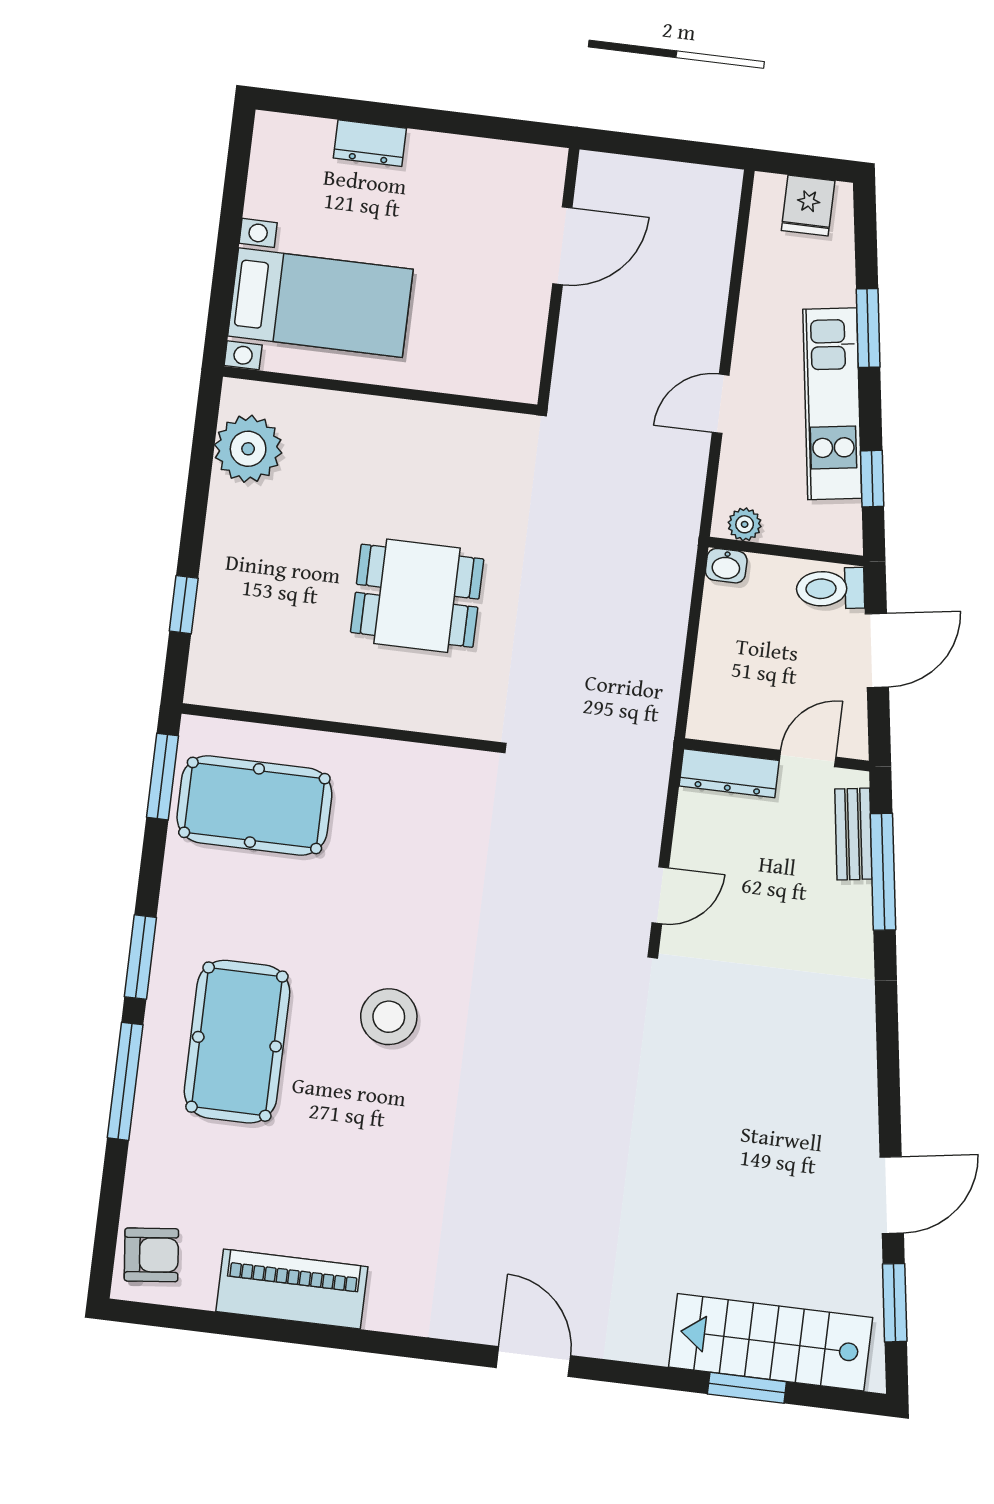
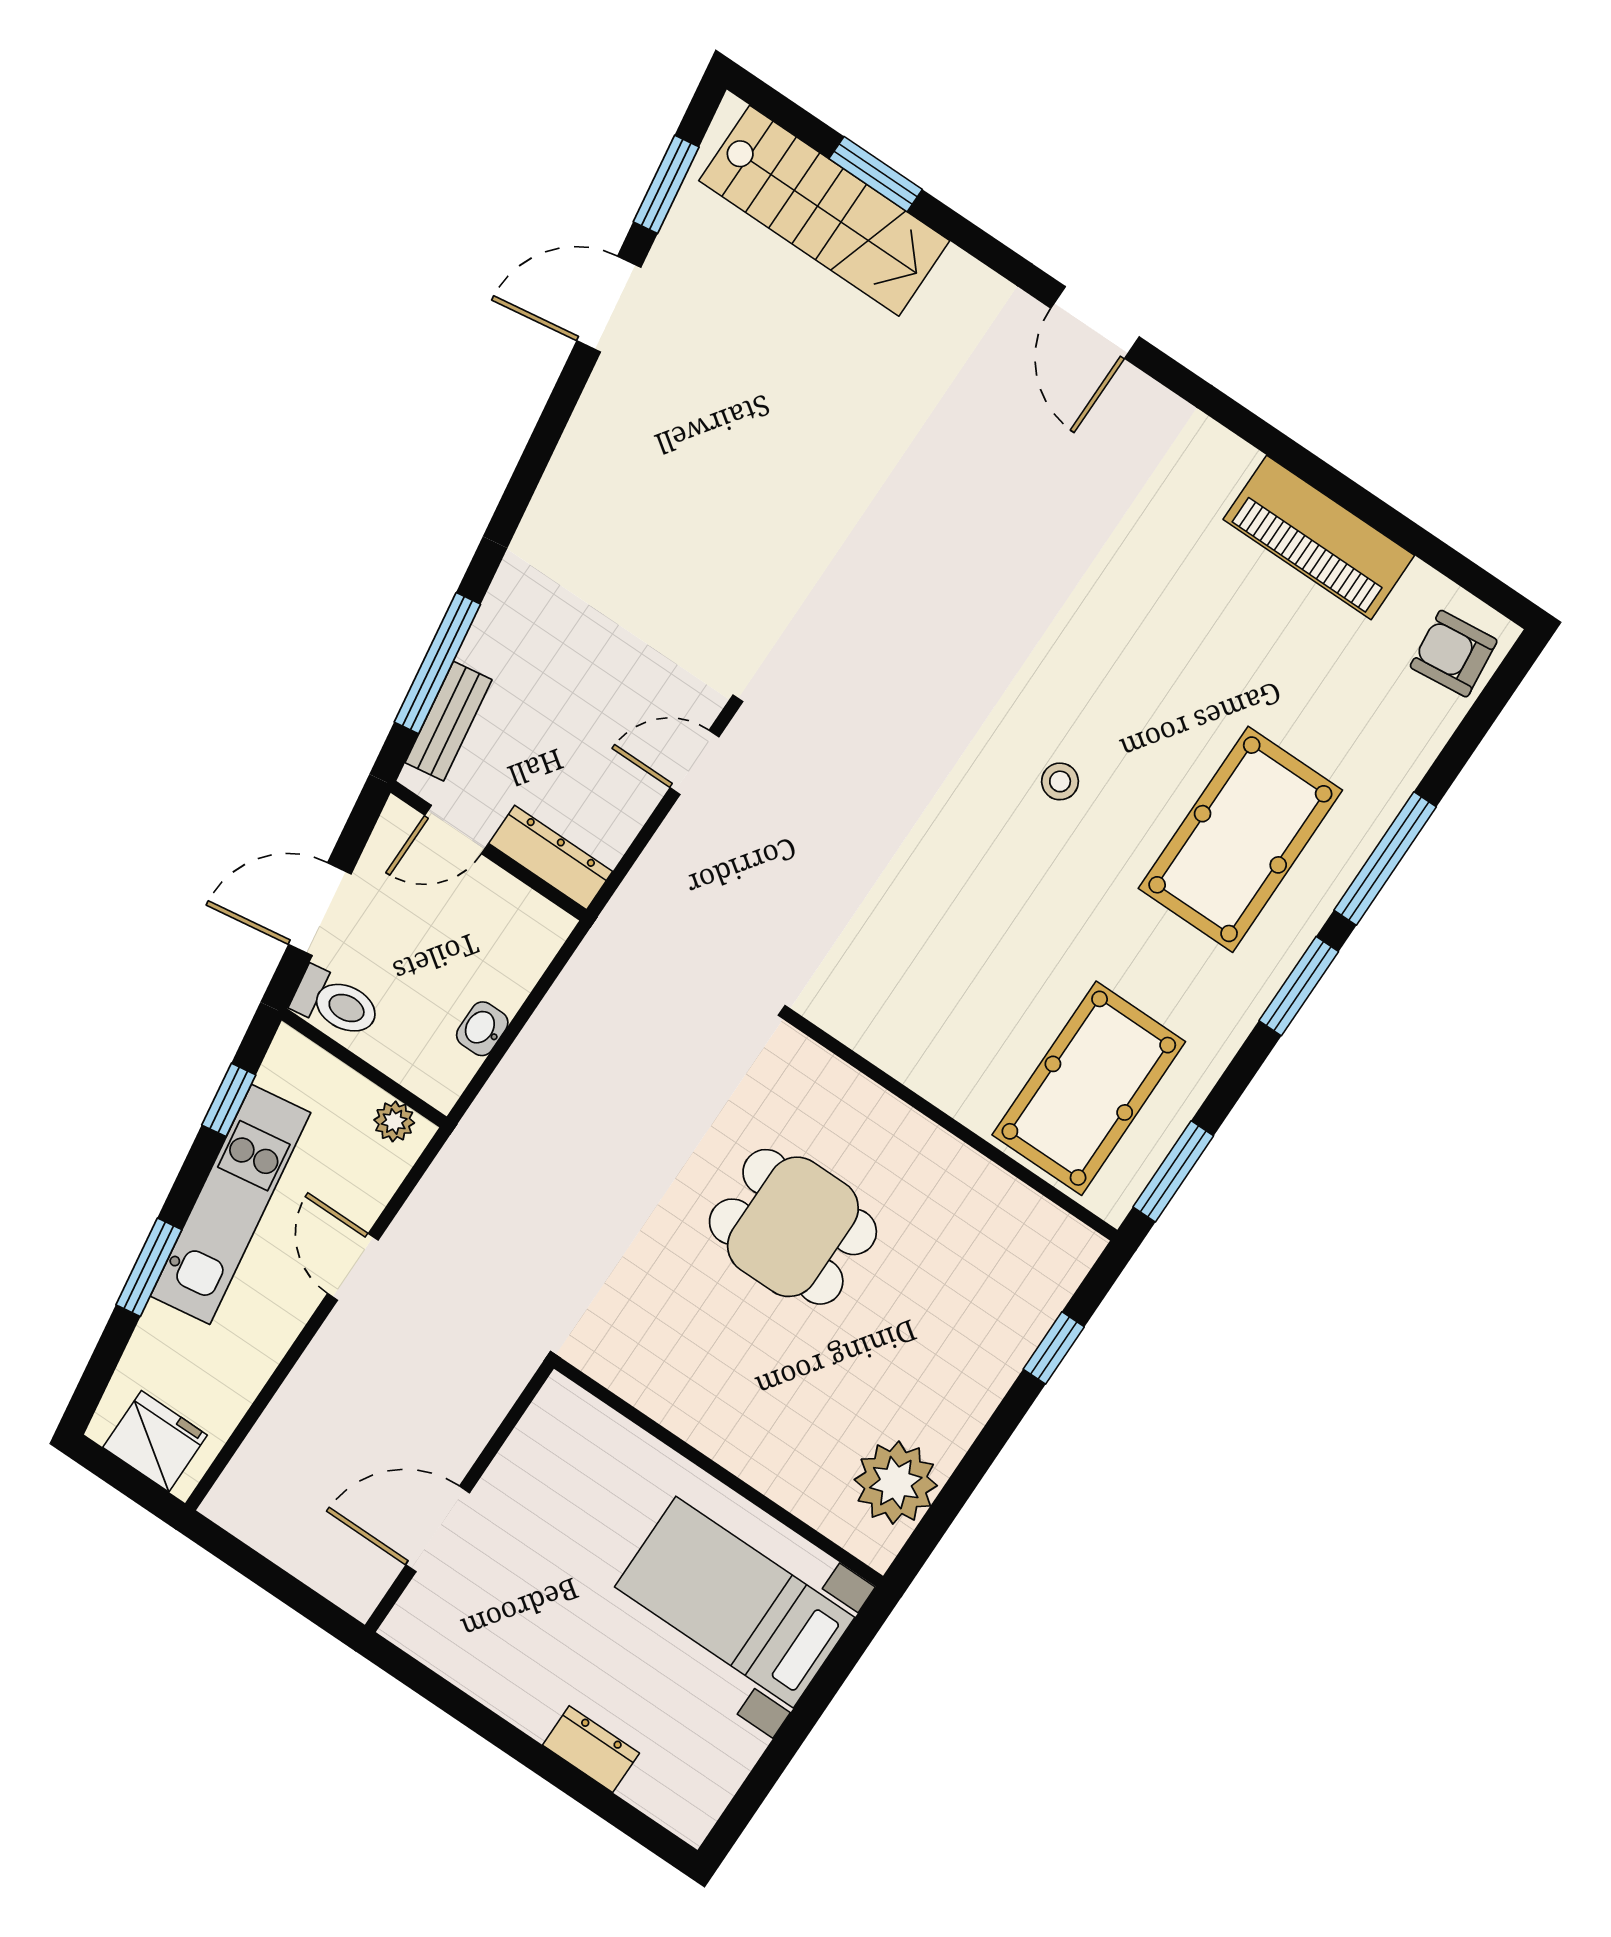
fridge: (808, 206) -> (155, 1441), width x1.38
door: (721, 404) -> (353, 1267), swing flipped
washbasin: (726, 566) -> (482, 1029), moved, turned -90
pool table: (254, 805) -> (1089, 1088), turned 90
stool: (389, 1017) -> (1060, 781), width x0.53, depth x0.53

